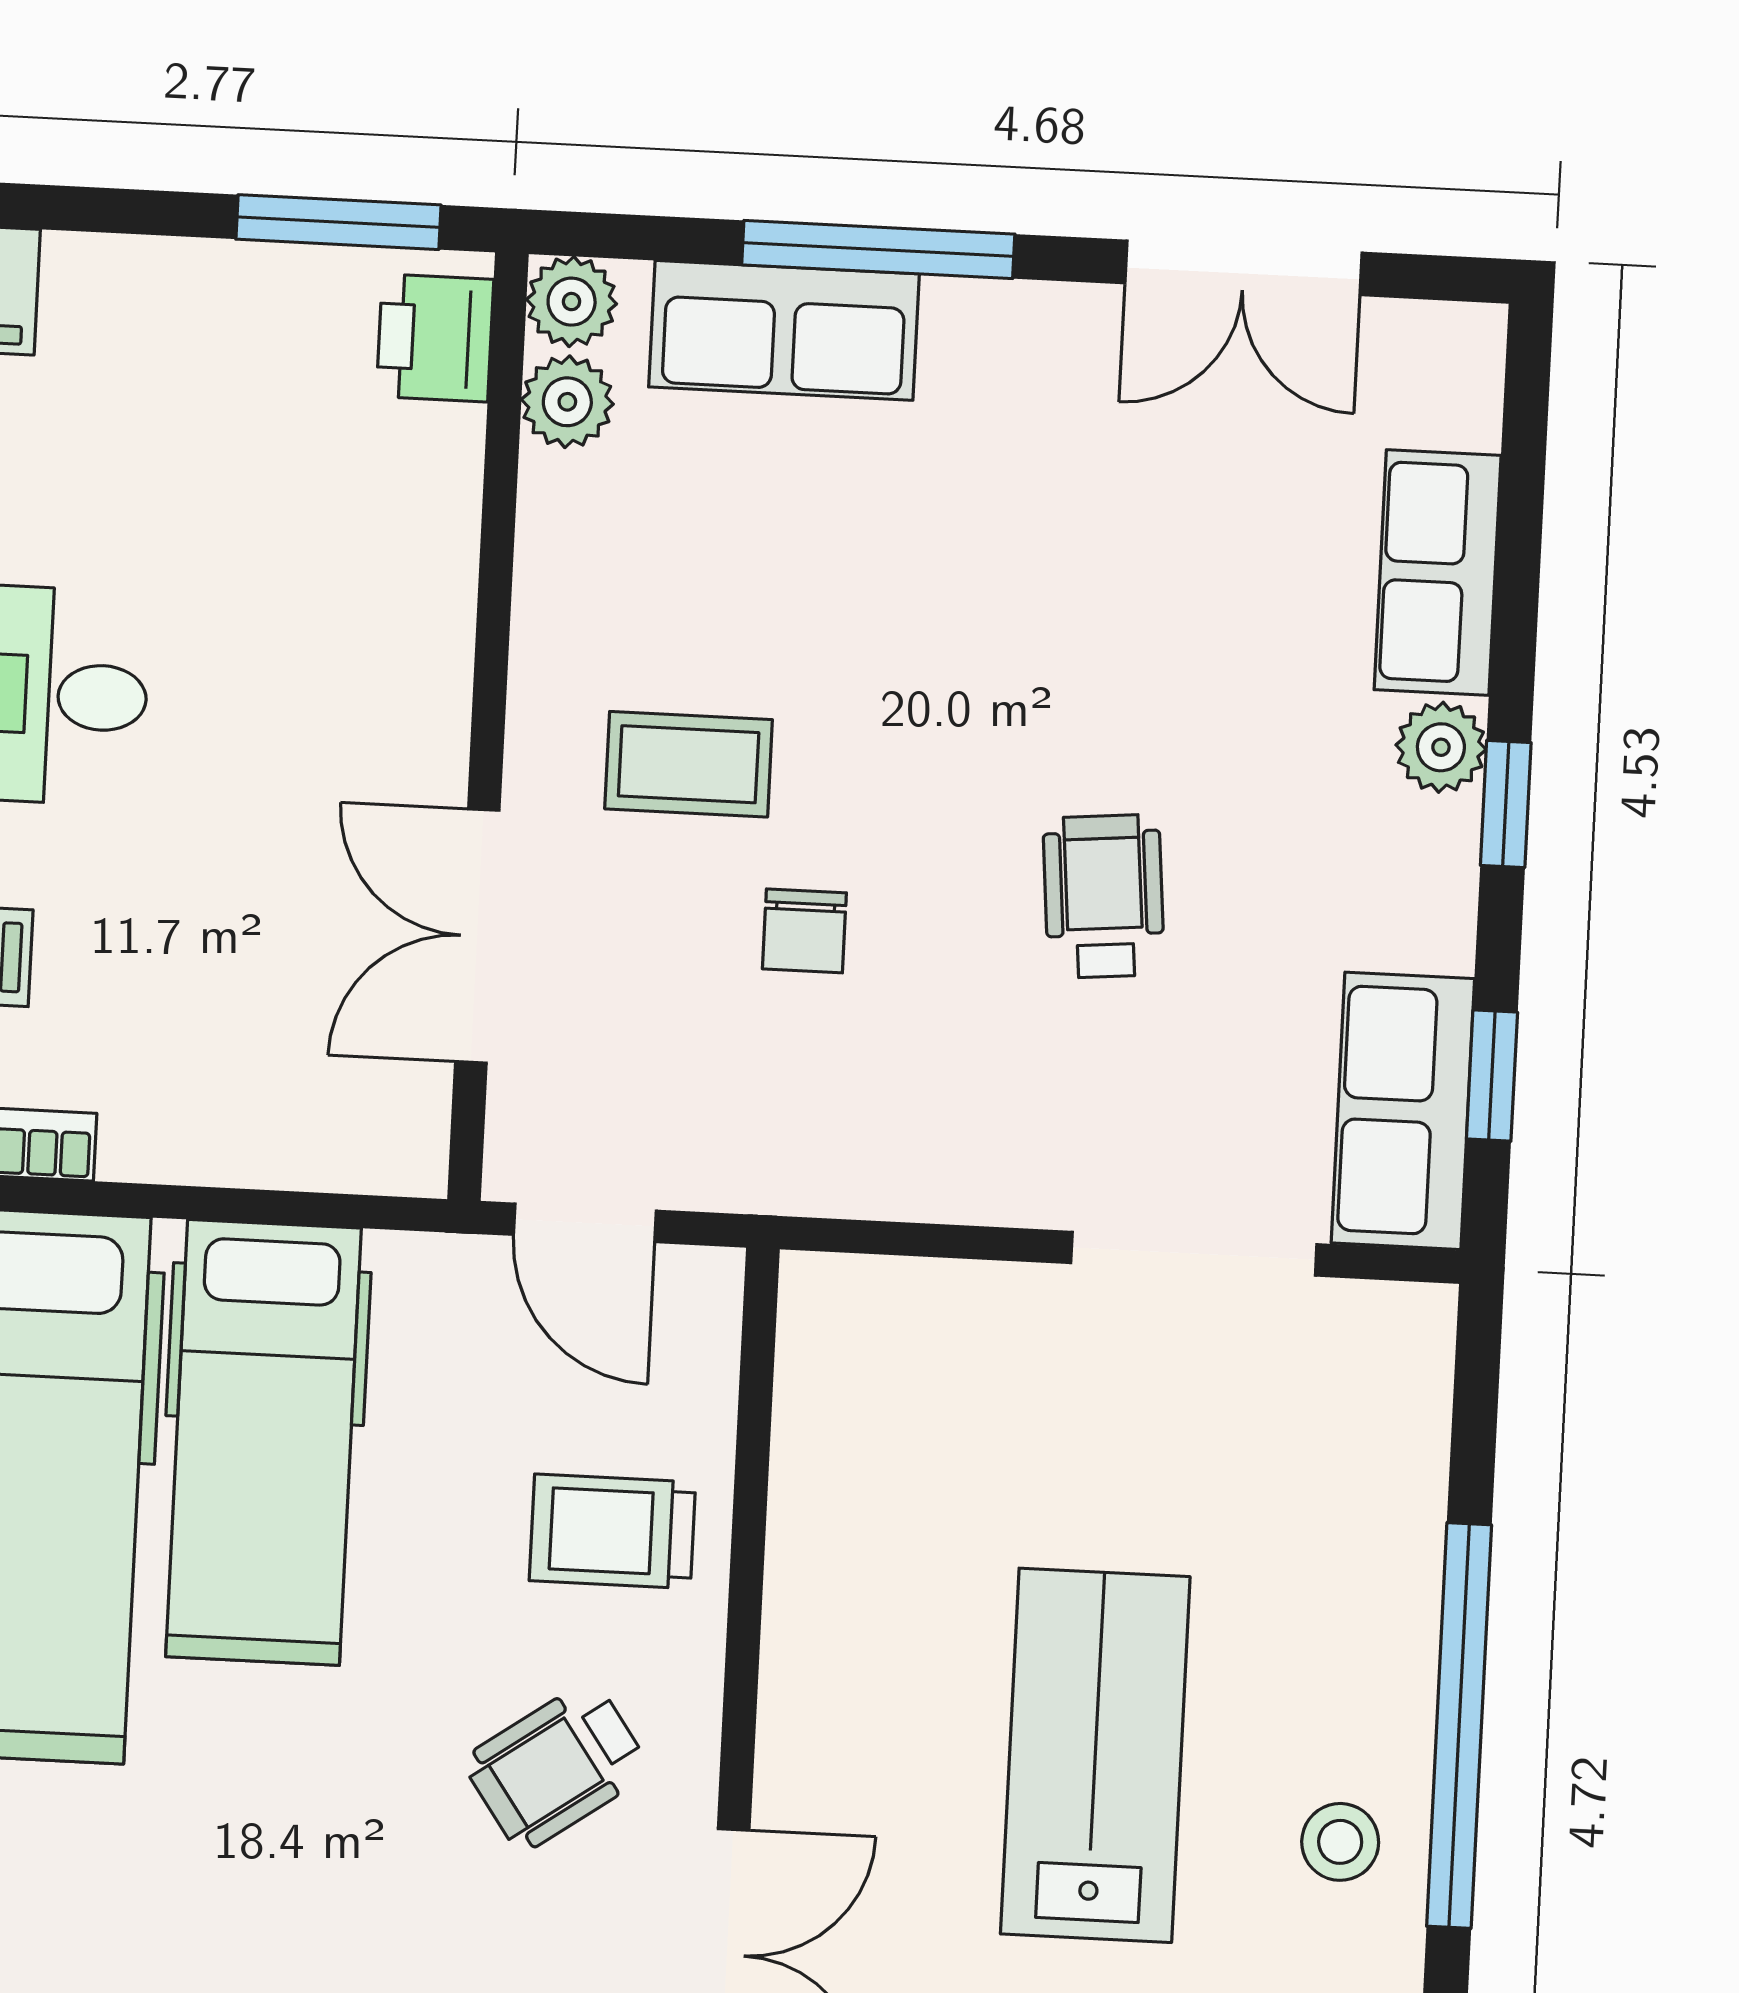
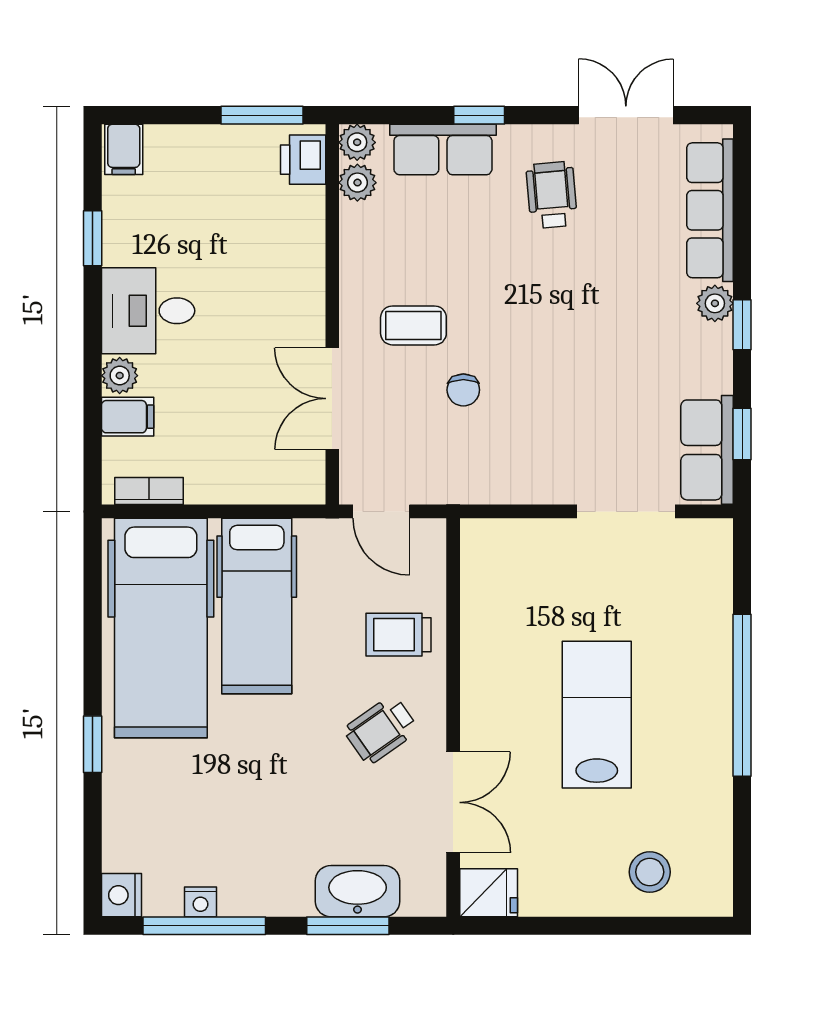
window: (878, 249) -> (479, 115), width x0.46
double door: (1243, 268) -> (626, 115), swing flipped
row of seats: (1438, 573) -> (710, 210), width x1.48
wheelchair: (1104, 896) -> (552, 195), moved
stool: (1340, 1842) -> (697, 744), removed

